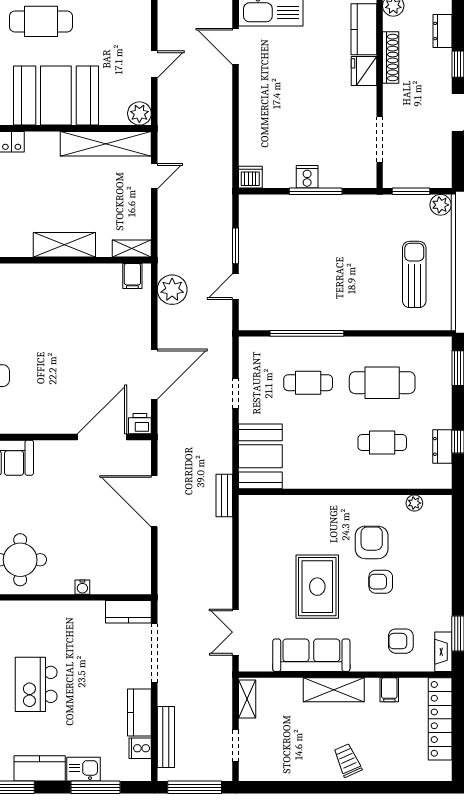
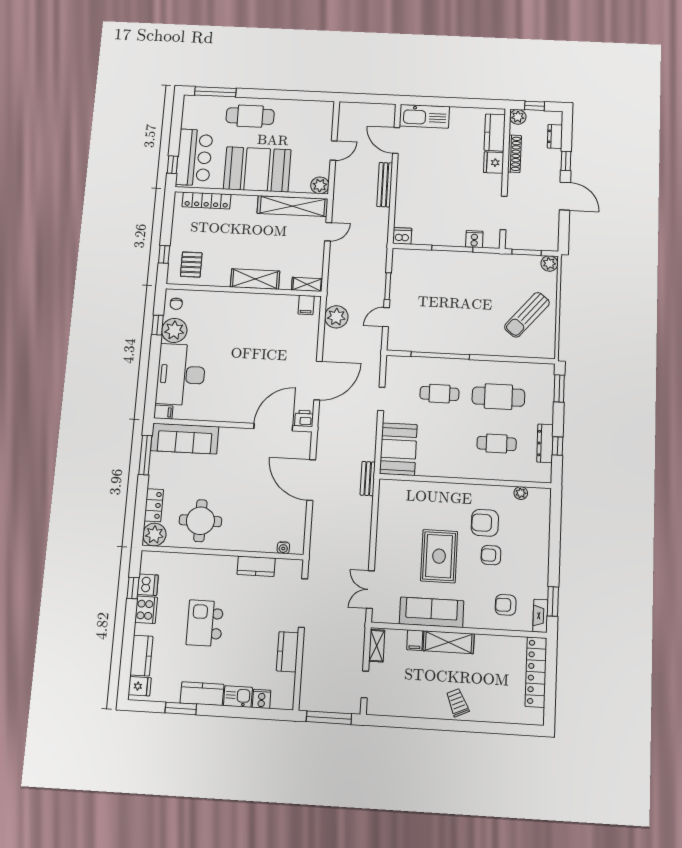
cooker: (307, 177) -> (474, 239), moved
sun lounger: (414, 274) -> (527, 315), turned -140
dresser: (442, 446) -> (545, 443), width x1.44
armchair: (372, 542) -> (485, 523), turned -90
water cooler: (82, 587) -> (283, 548), moved
kitchen counter: (128, 612) -> (256, 566), moved
filing cabinet: (389, 690) -> (415, 640), moved
bench: (166, 737) -> (385, 185), moved
cooker: (140, 748) -> (262, 699), moved, turned 90
window: (95, 787) -> (247, 713), removed

